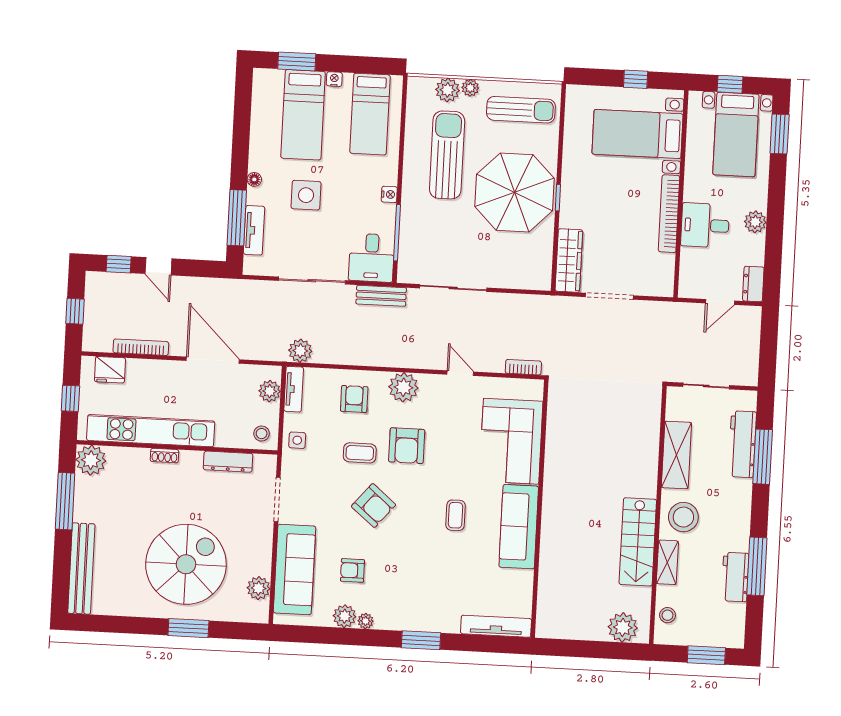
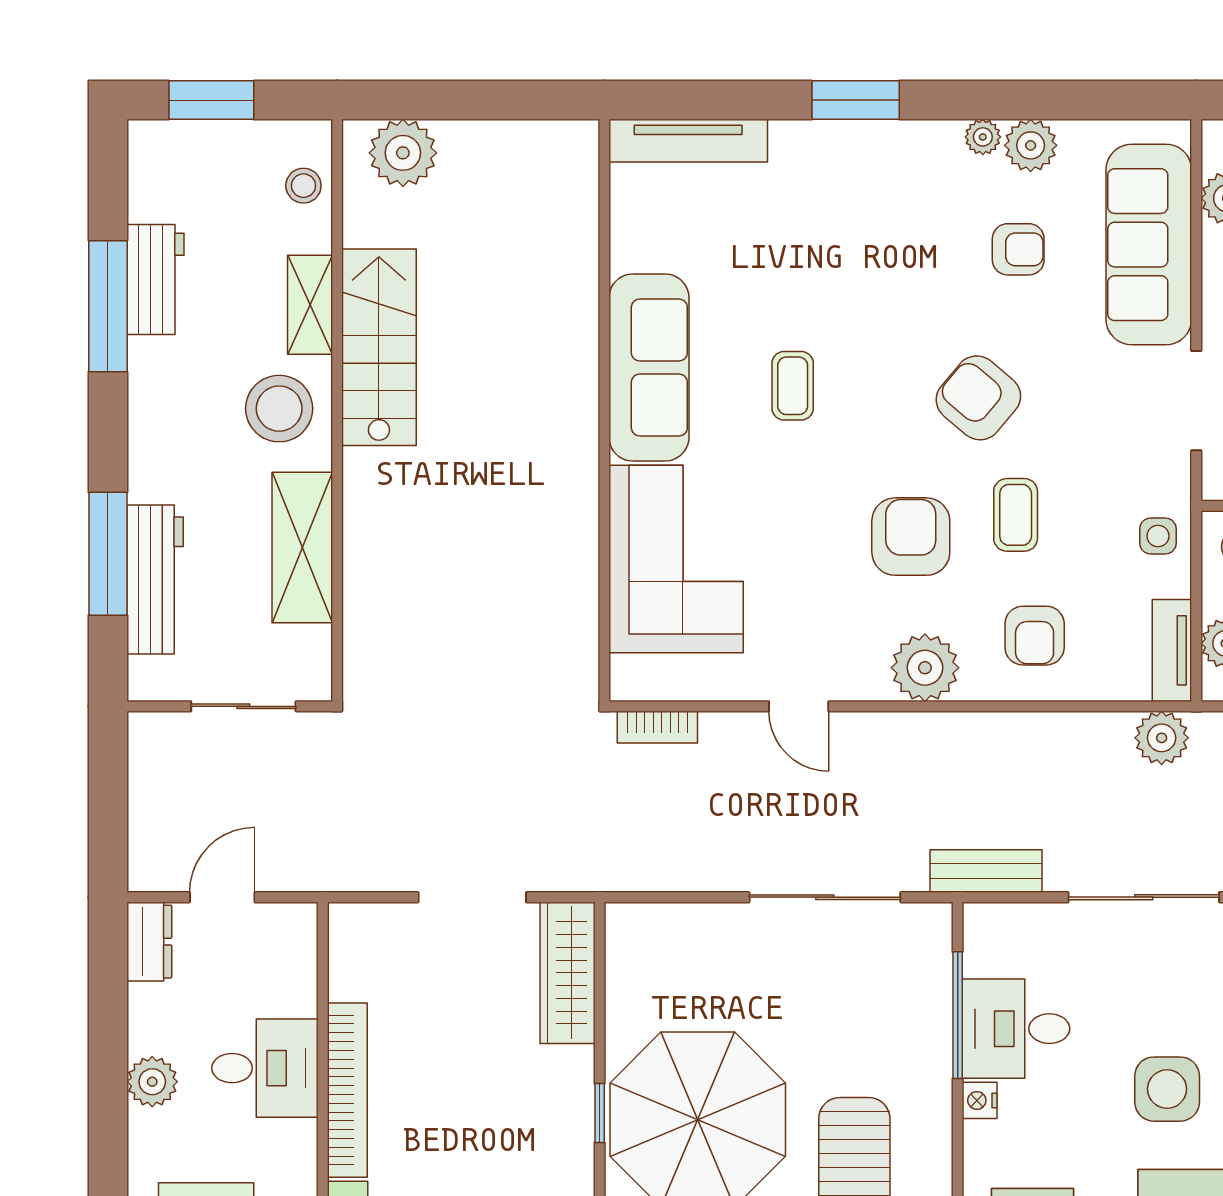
desk: (372, 258) -> (1016, 1029), moved, turned -90
coffee table: (360, 453) -> (1016, 515), turned 90

